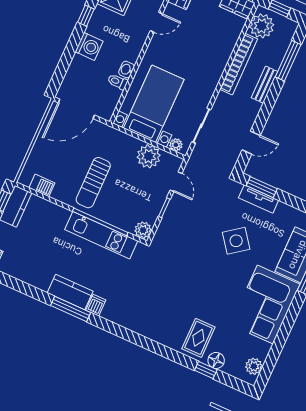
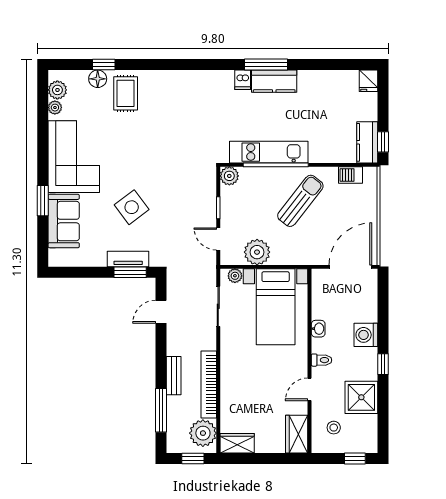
toilet: (118, 82) -> (322, 360), moved
sun lounger: (93, 183) -> (300, 201), turned 38
plant: (263, 353) -> (55, 108), added

